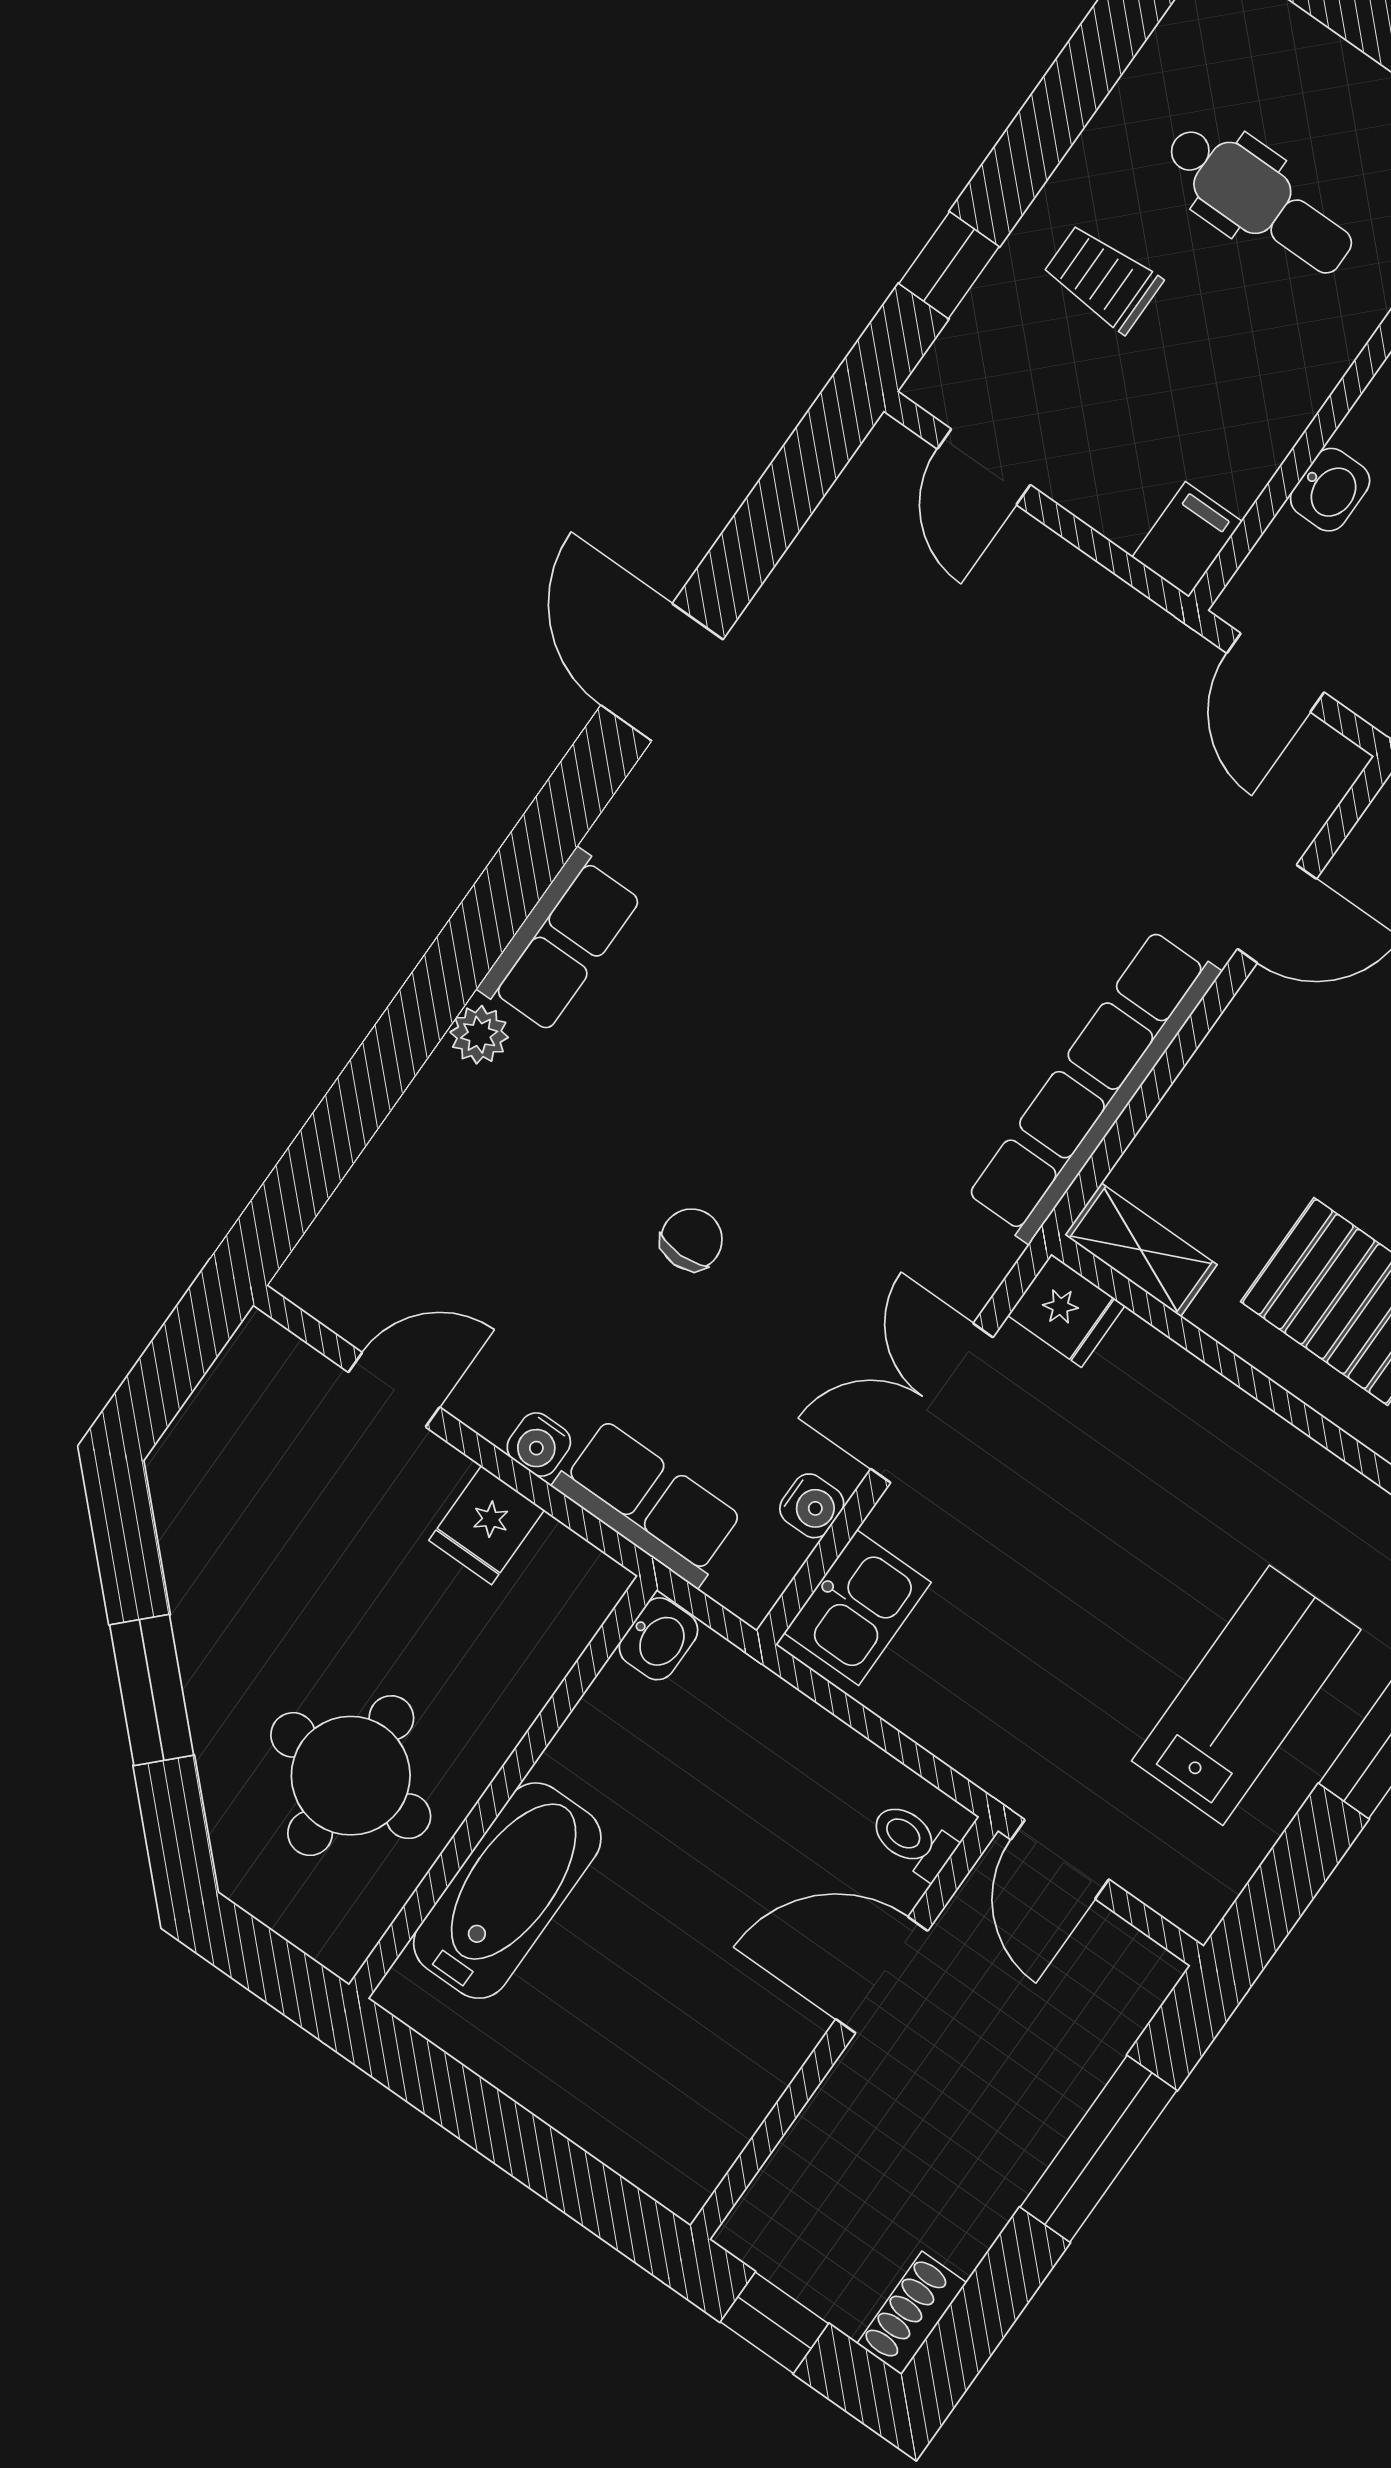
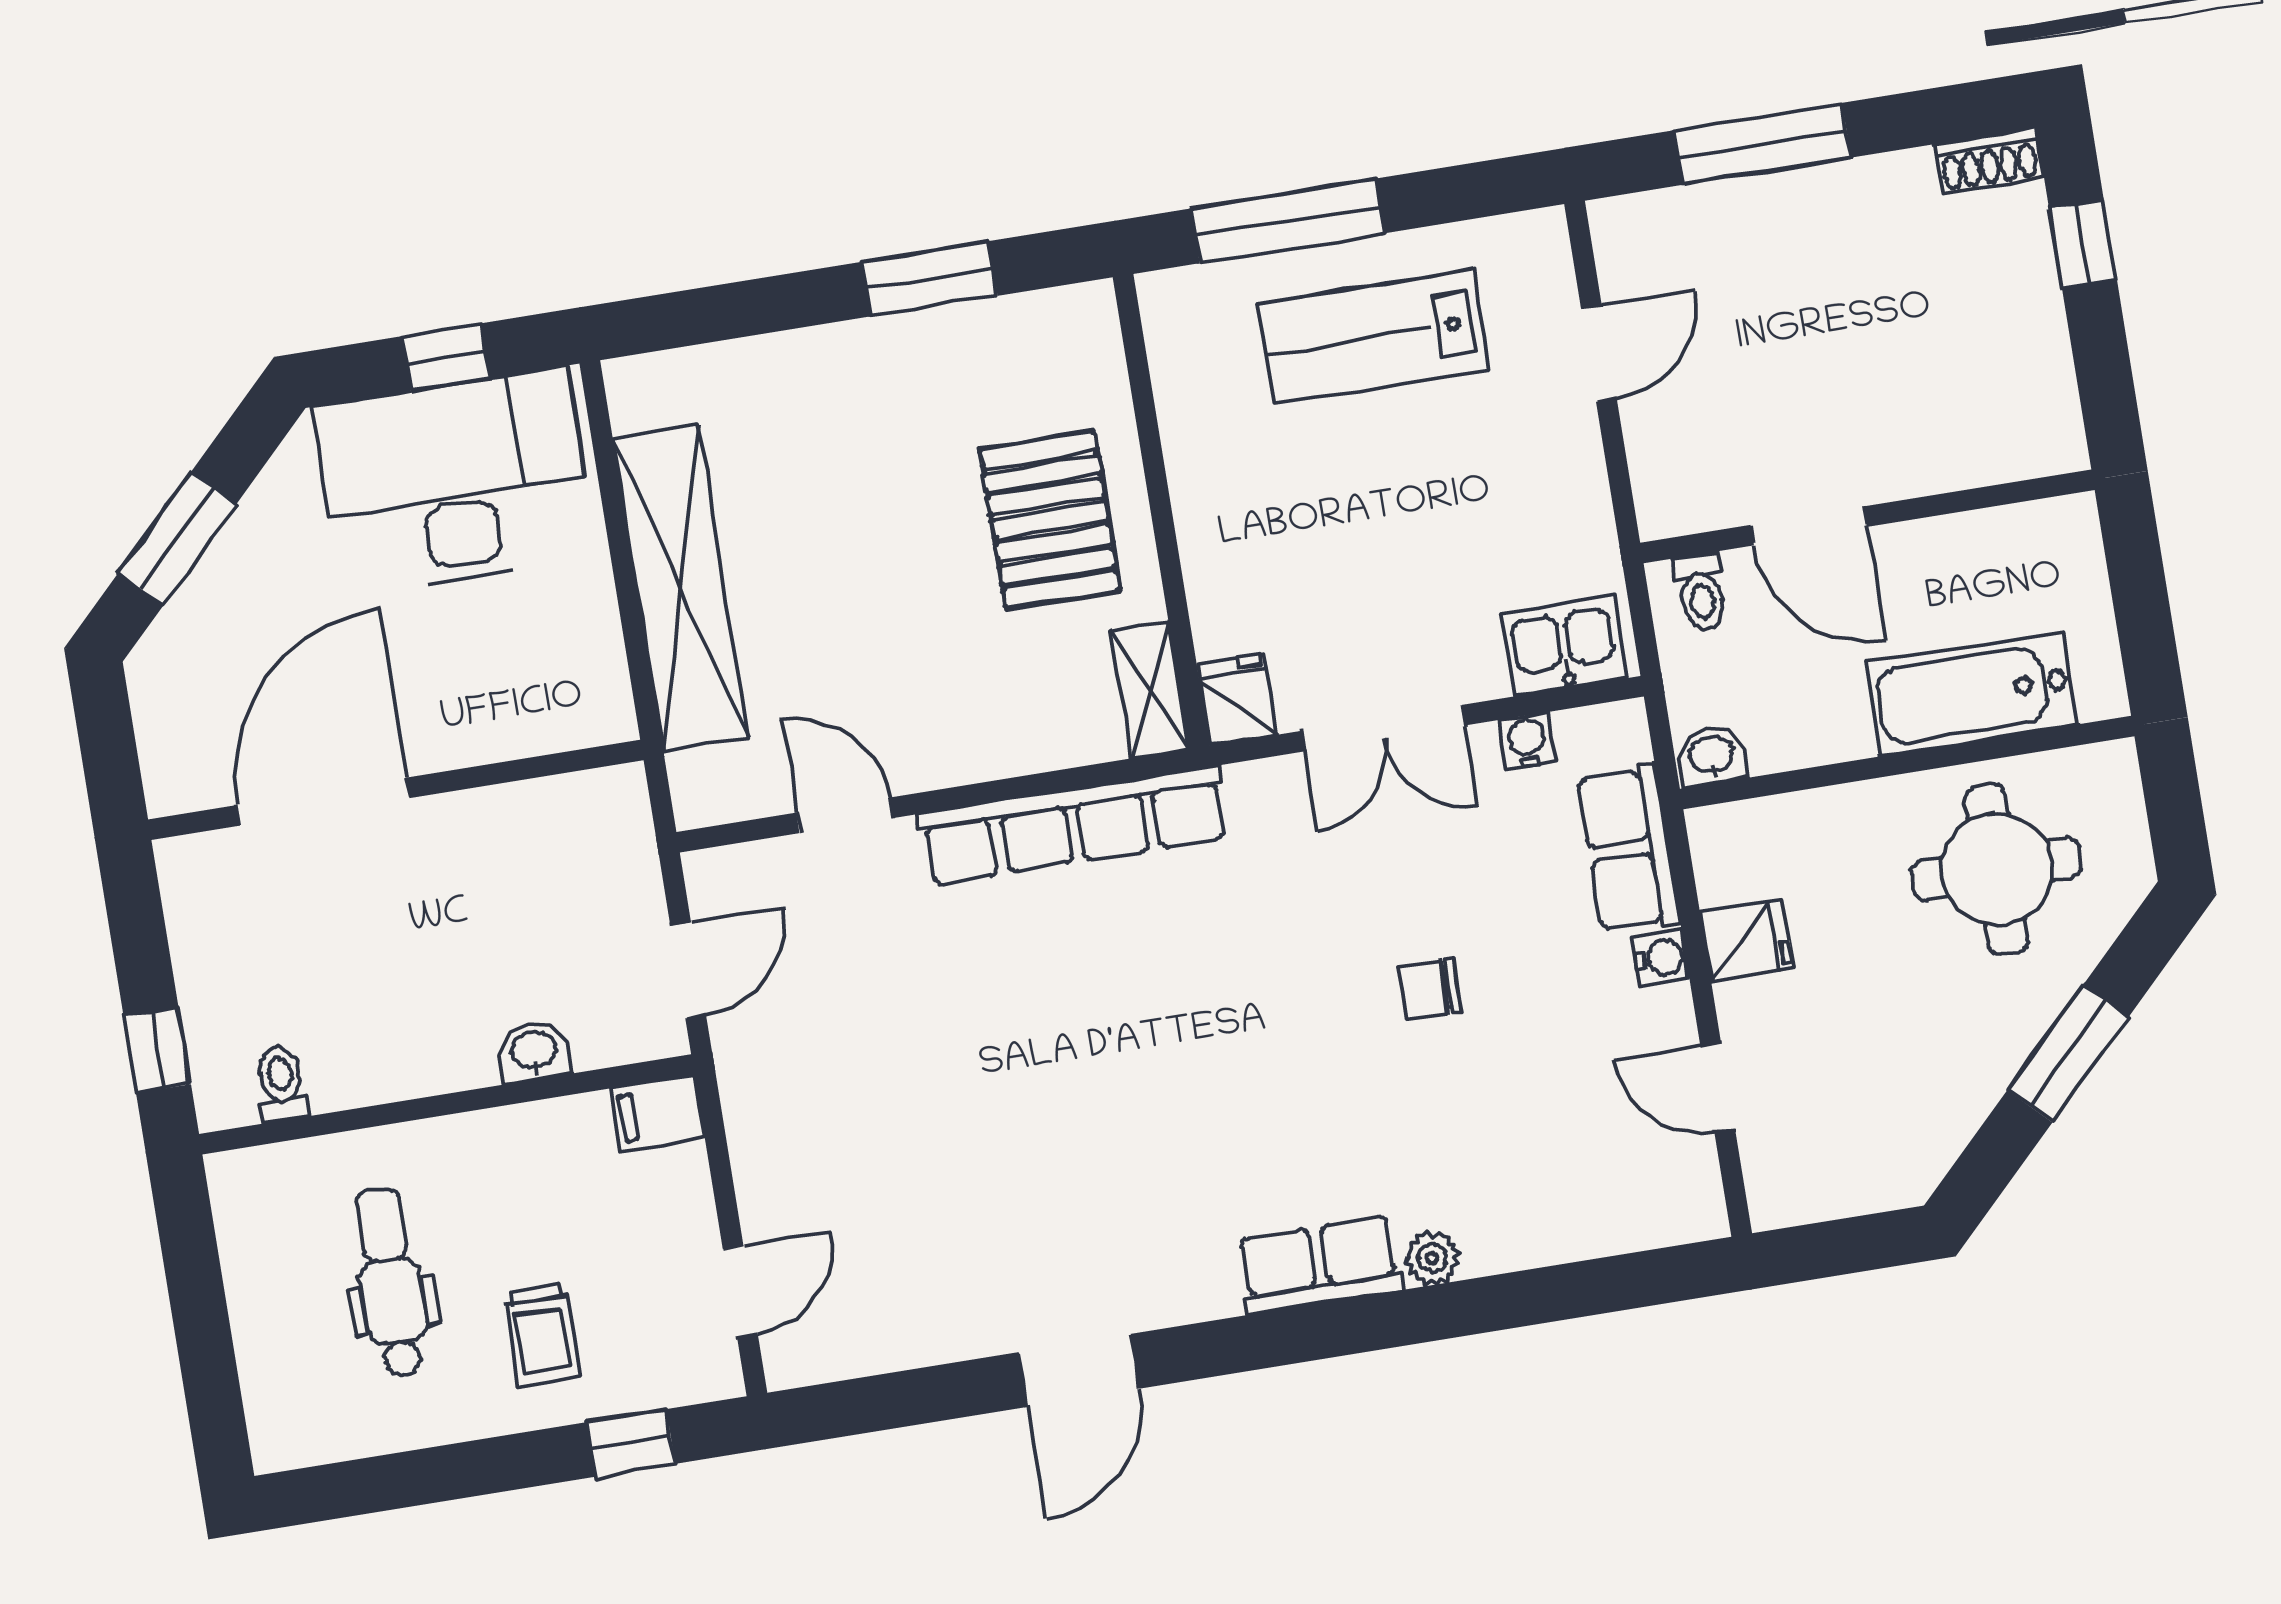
toilet: (913, 1840) -> (1701, 592), moved
door: (882, 1975) -> (1809, 526), moved
wall: (844, 2028) -> (1867, 516), moved

